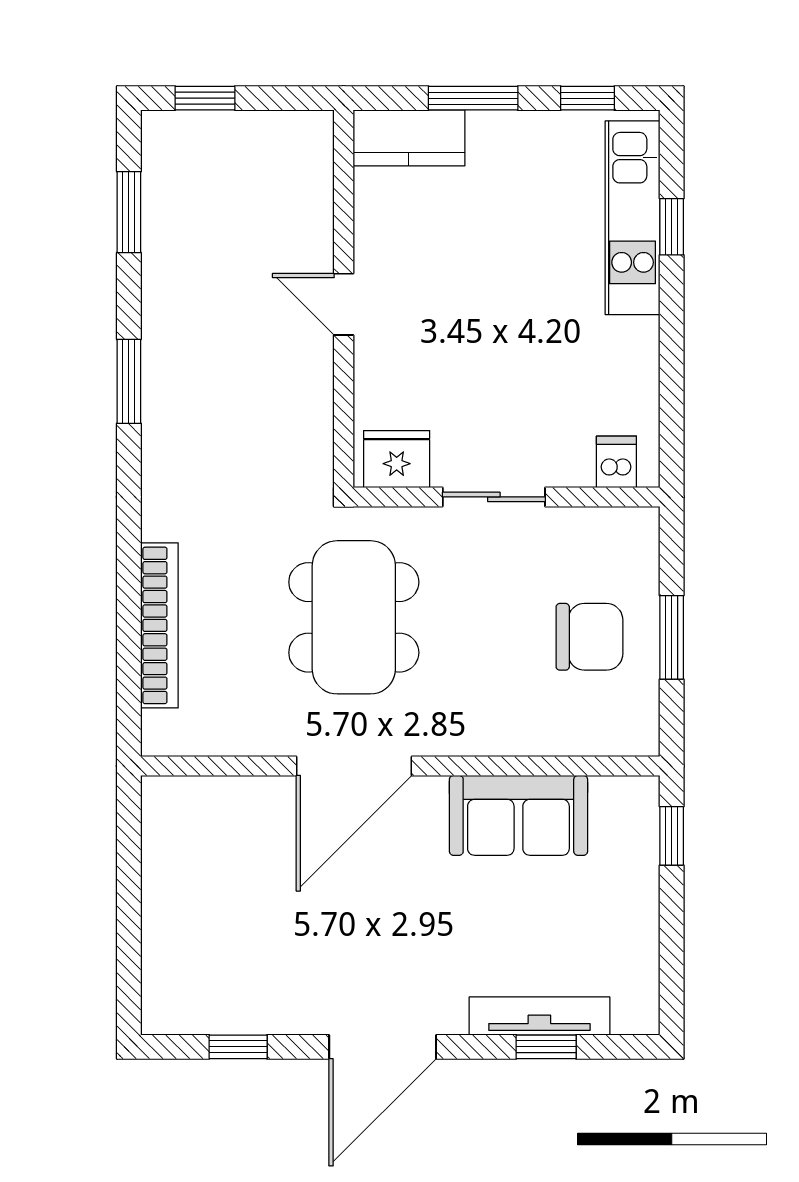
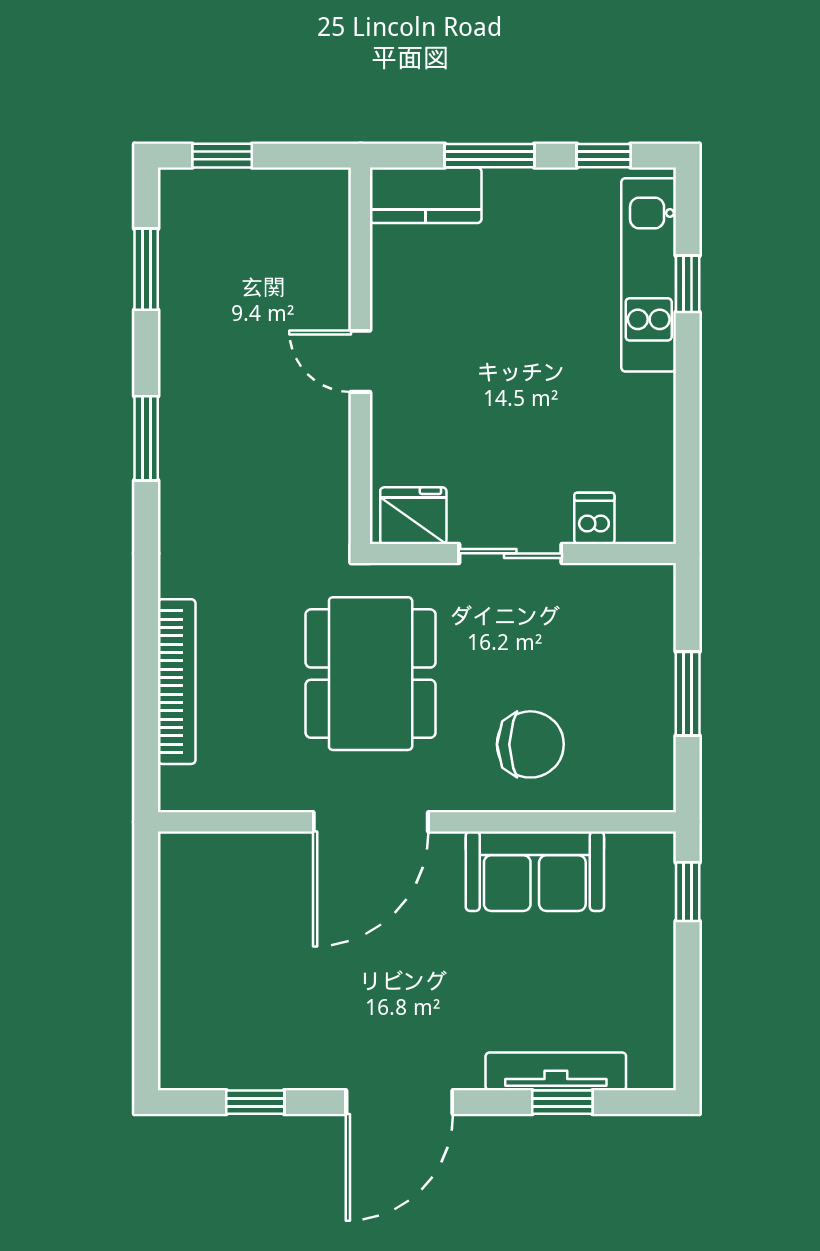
dishwasher: (616, 462) -> (594, 518), moved
chair: (589, 637) -> (530, 744), moved

